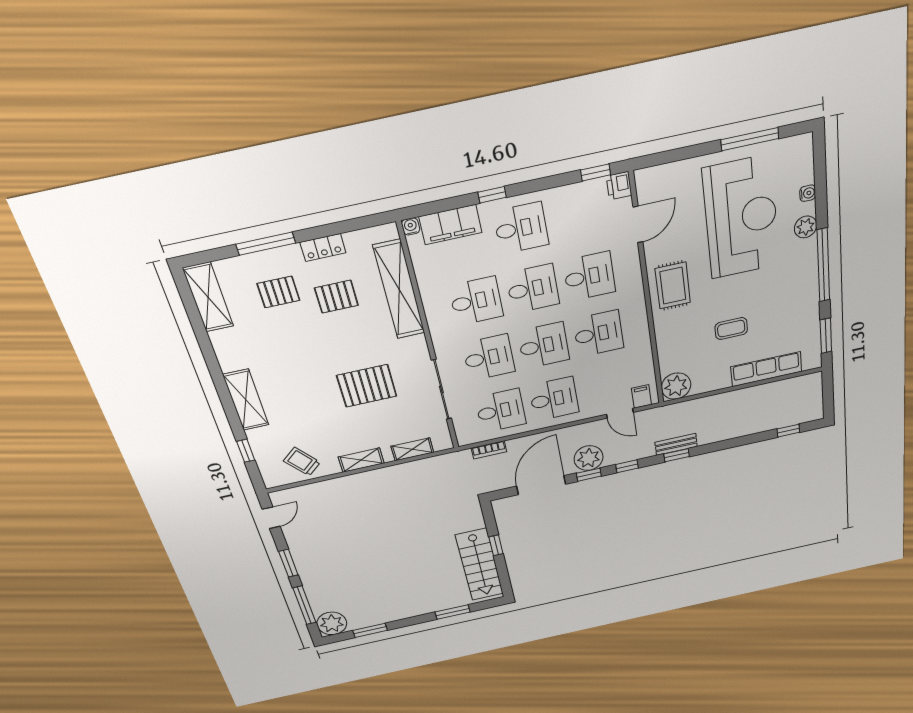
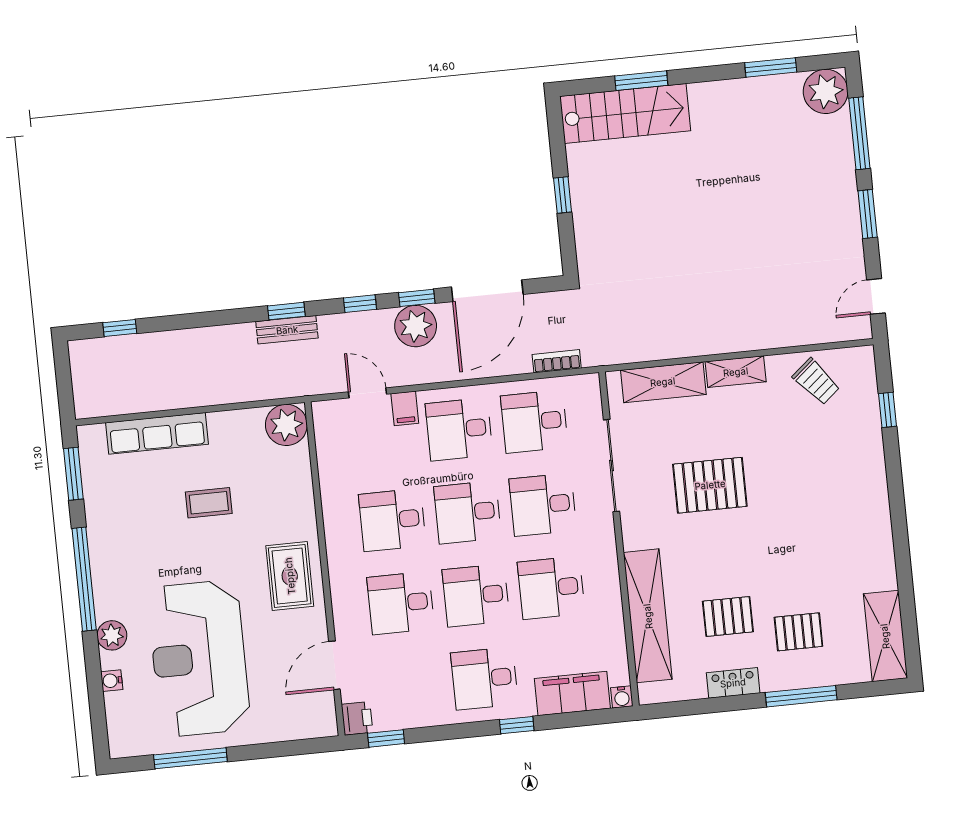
filing cabinet: (641, 396) -> (405, 408), moved
shelving: (246, 400) -> (871, 487), removed
shelving: (412, 449) -> (663, 382), width x1.50, depth x1.33
stairs: (480, 565) -> (625, 113), moved, turned 90

